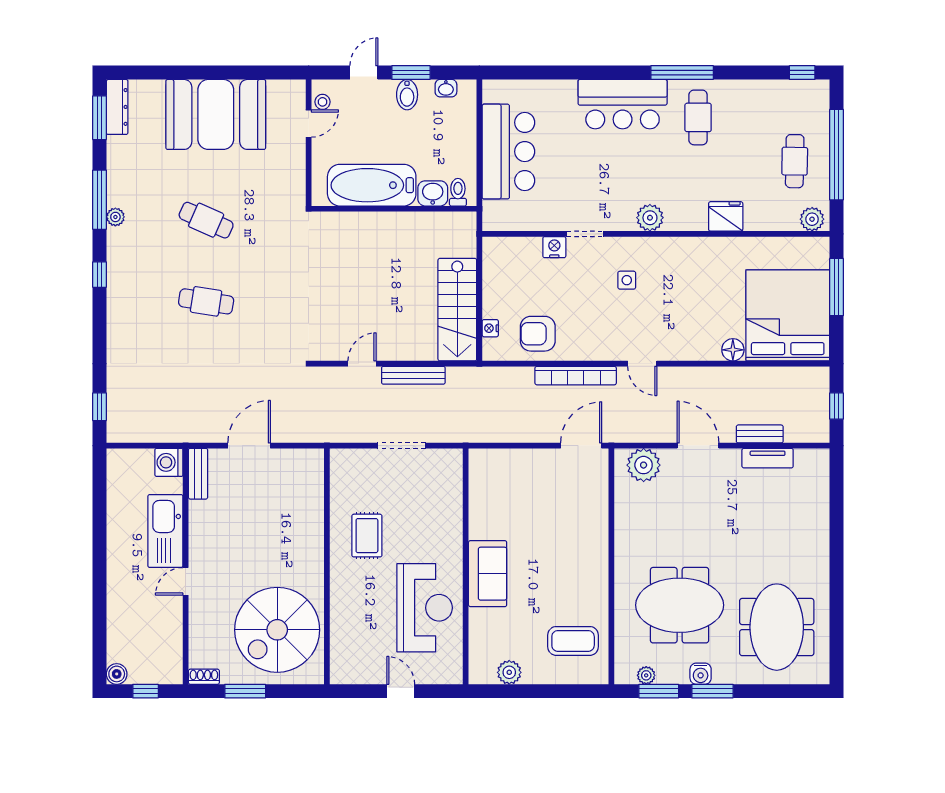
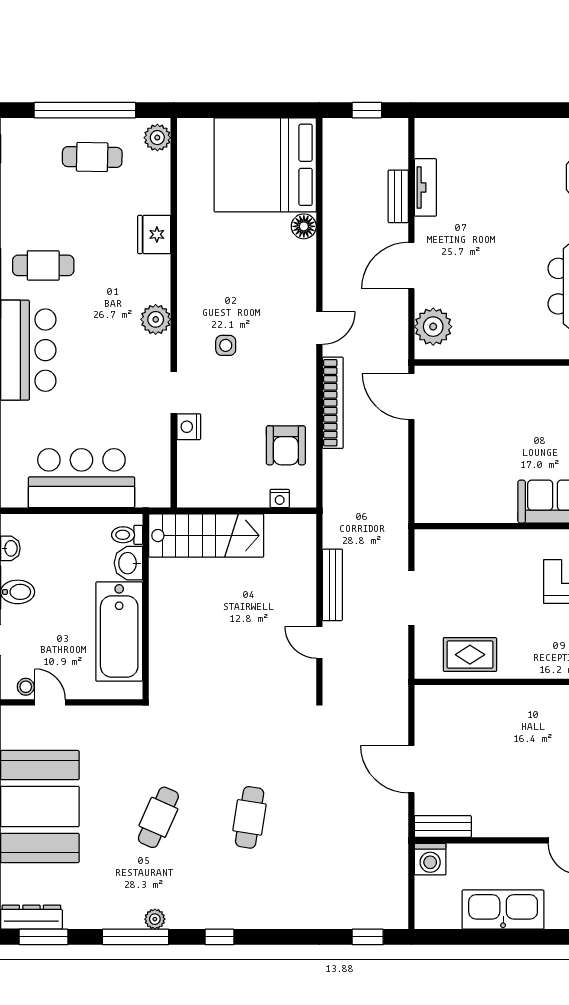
window: (836, 287) -> (233, 110), removed
stairs: (457, 310) -> (206, 536), moved
kitchen sink: (165, 531) -> (503, 910), moved, turned 180
rug: (367, 536) -> (470, 655), moved

